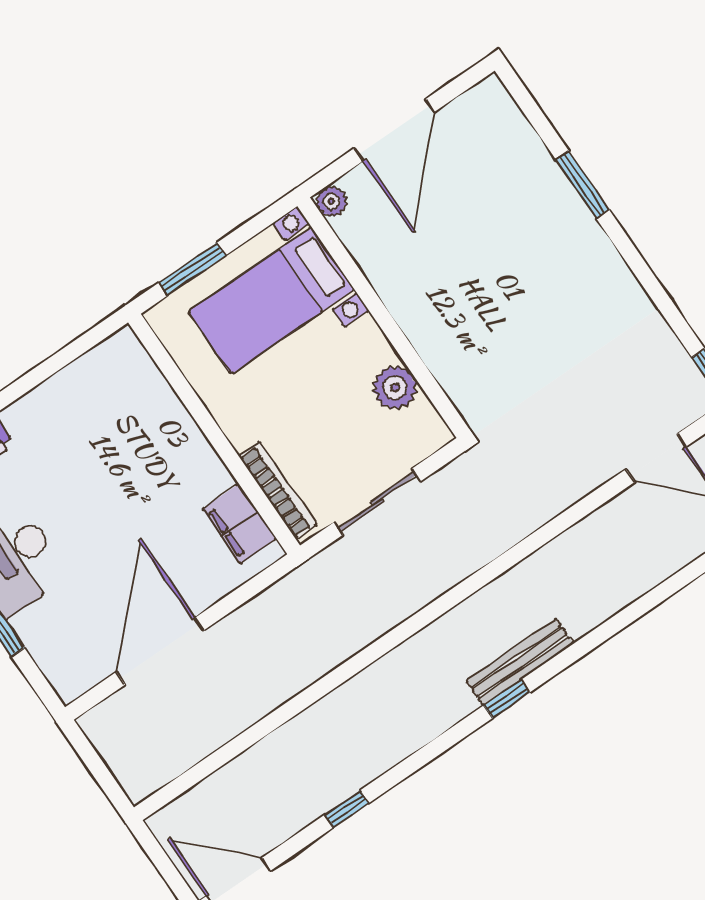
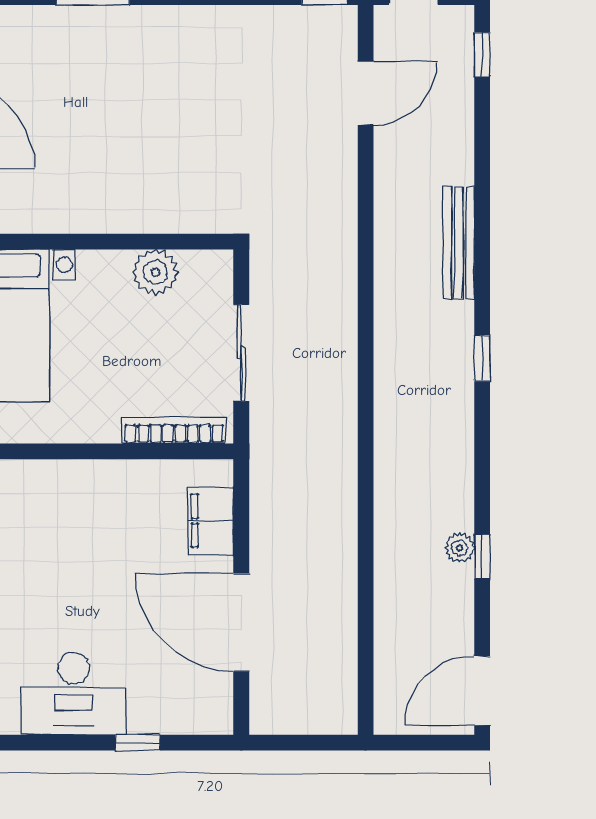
filing cabinet: (239, 524) -> (211, 521), moved, turned 90
bench: (520, 662) -> (459, 243), moved
plant: (341, 786) -> (460, 548), added

